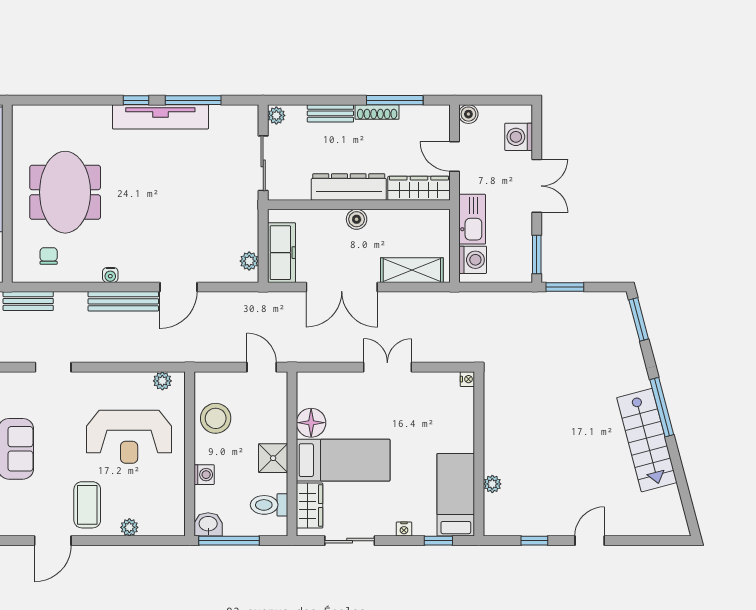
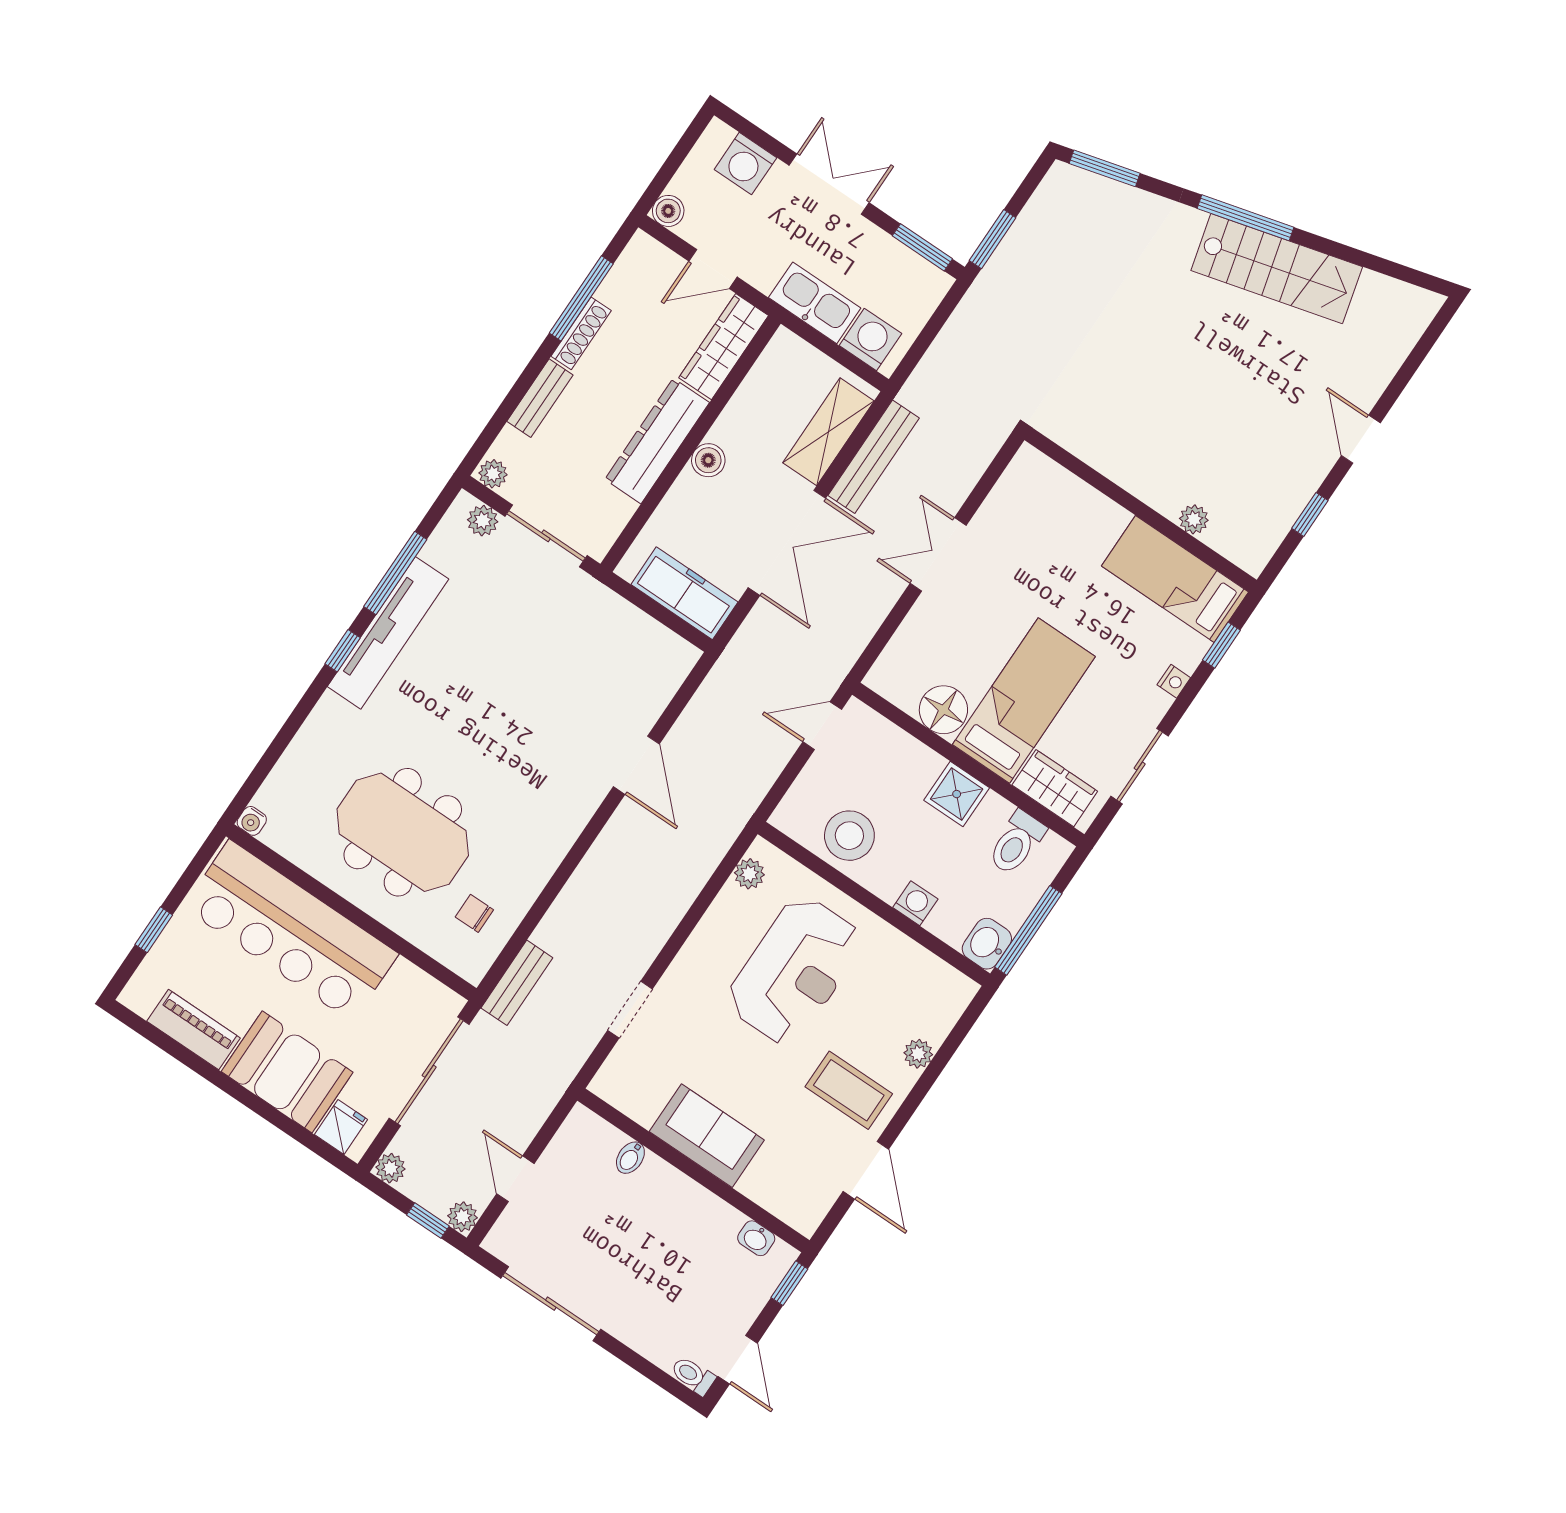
plant: (249, 261) -> (483, 521), moved
water cooler: (110, 275) -> (252, 821), moved, turned 90
bench: (123, 301) -> (874, 457), moved
nightstand: (467, 379) -> (1028, 457), removed

